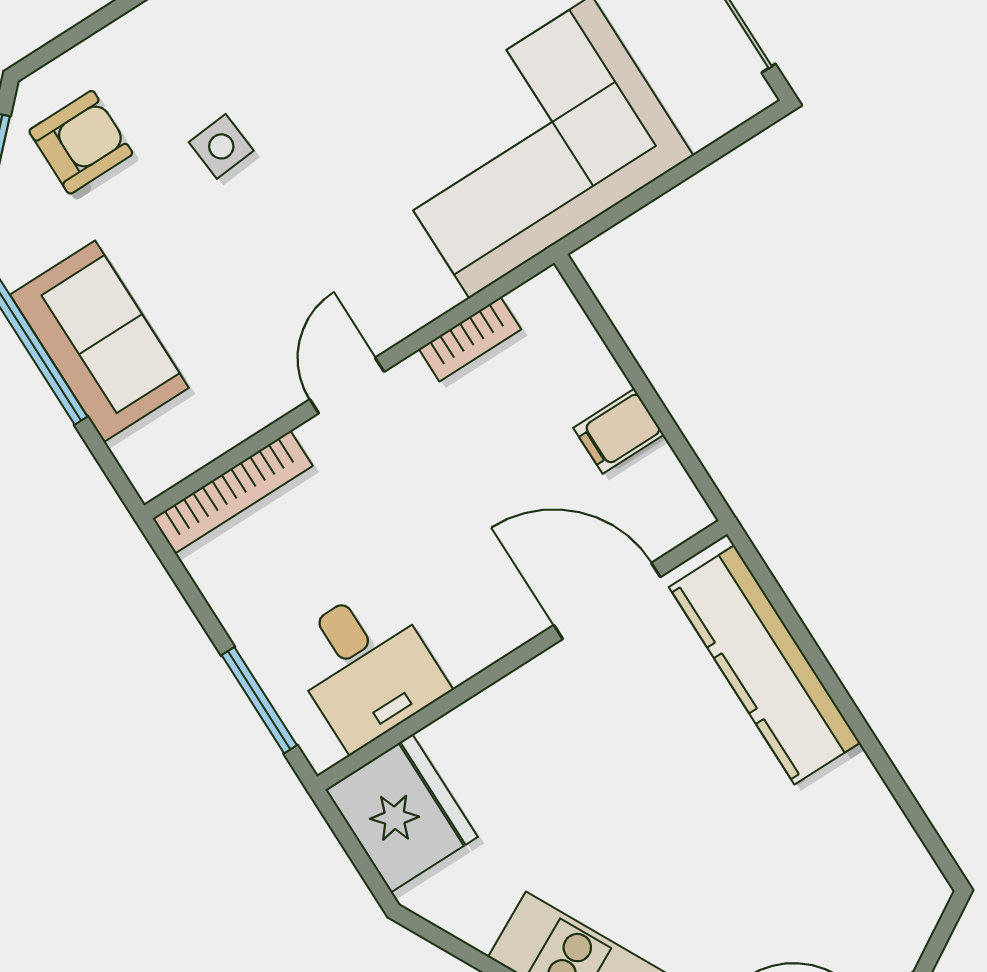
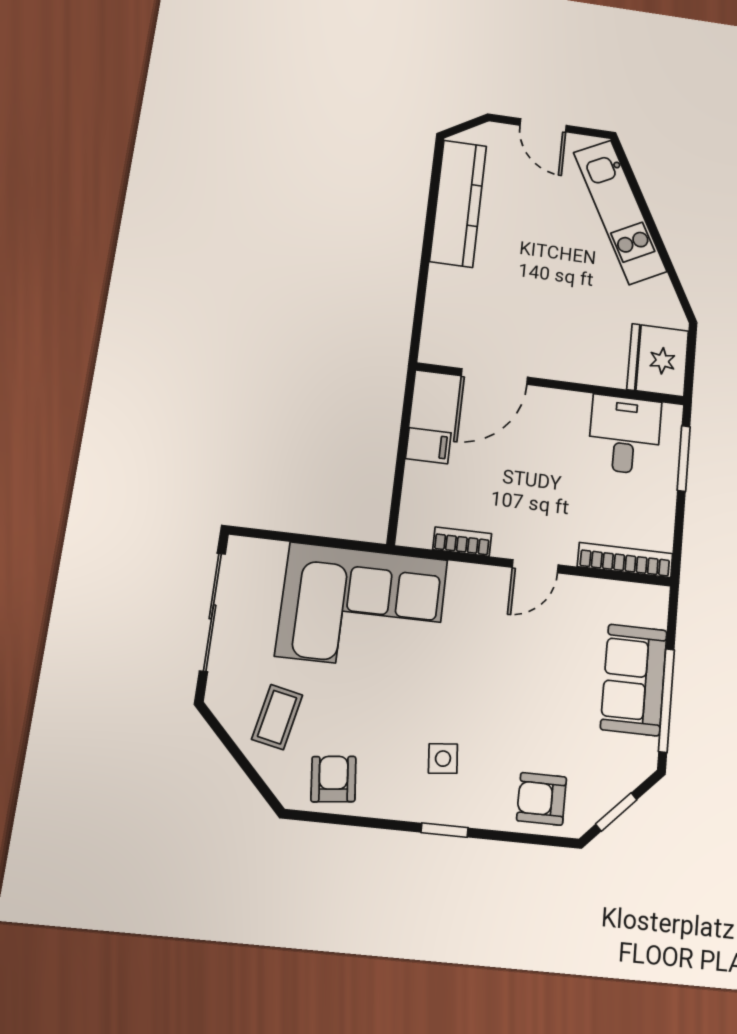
armchair: (81, 142) -> (542, 799), moved
side table: (221, 146) -> (443, 759), moved
door: (607, 601) -> (494, 377), hinge flipped
kitchen counter: (764, 665) -> (458, 203), moved

